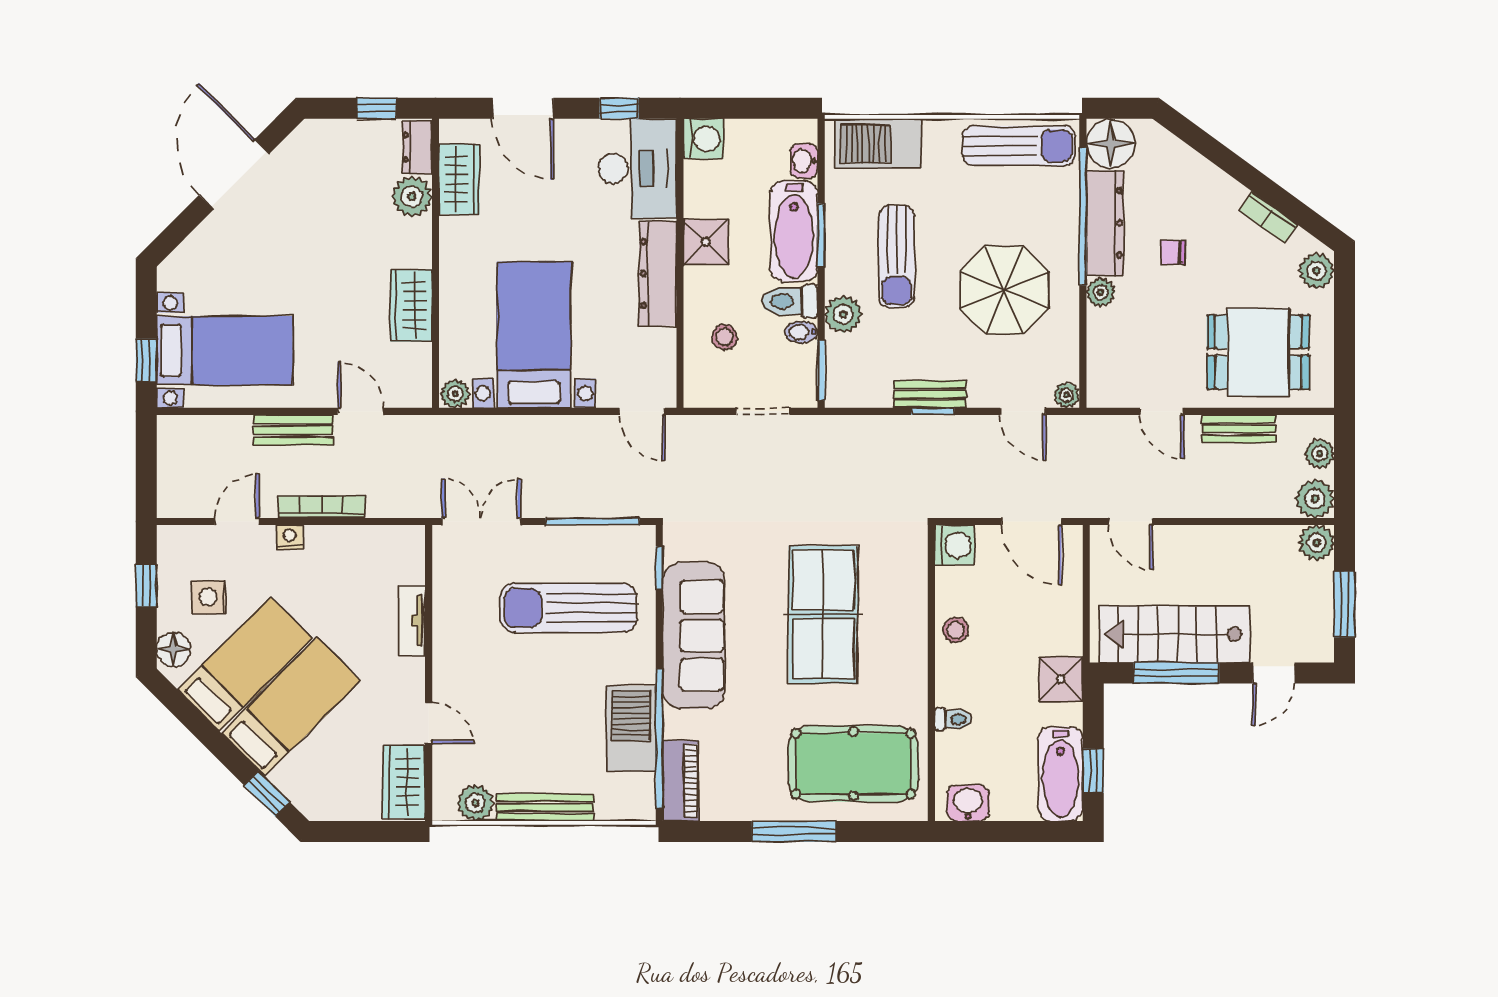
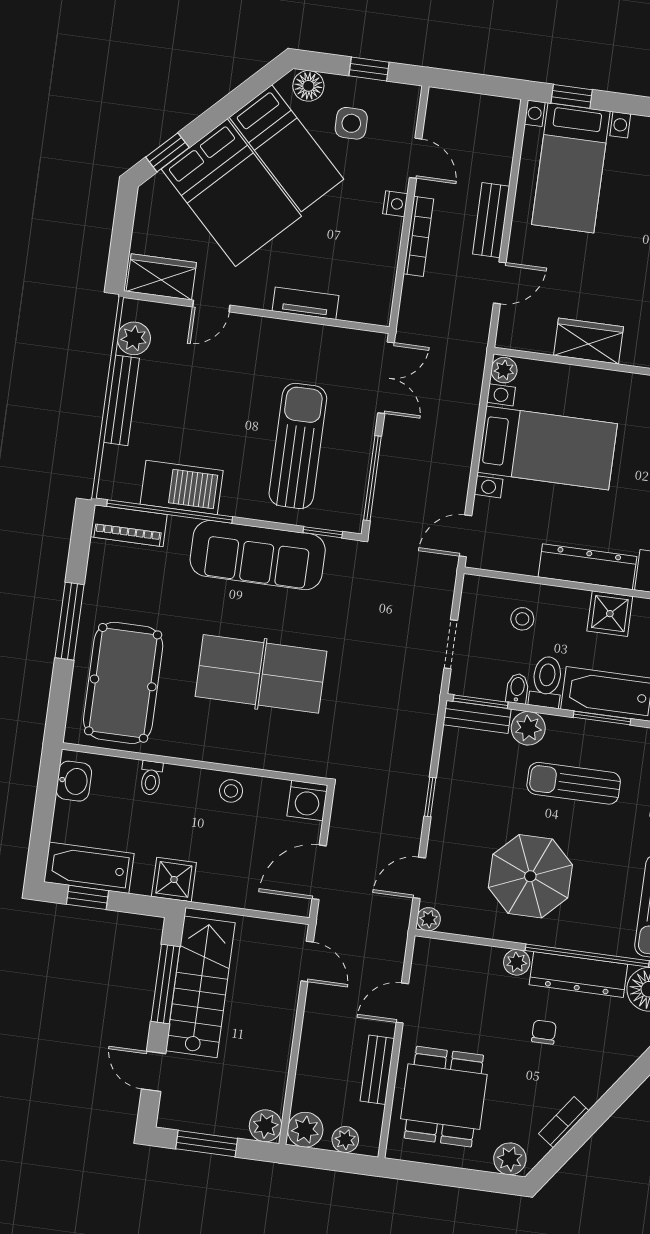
bench: (930, 394) -> (477, 717), moved, turned 90
door: (1131, 522) -> (307, 961), swing flipped
bed: (291, 707) -> (231, 193), width x1.50

